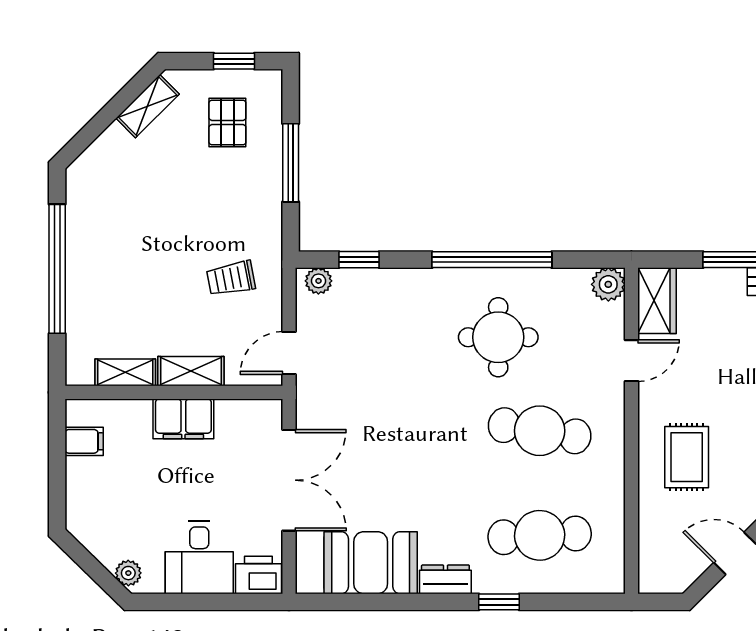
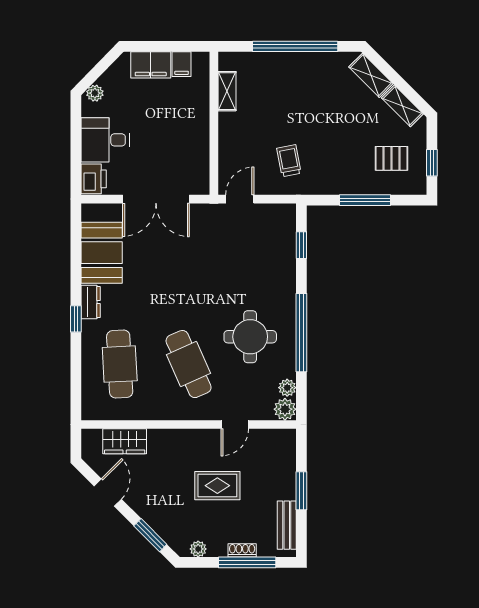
plant: (318, 281) -> (287, 388), moved
wardrobe: (657, 301) -> (125, 441), moved
door: (289, 353) -> (240, 199), hinge flipped
door: (631, 361) -> (235, 424), hinge flipped
shelving: (191, 371) -> (371, 75), moved, turned -45
filing cabinet: (183, 419) -> (151, 65), moved, turned -90
cafe table: (540, 431) -> (189, 364), turned -33
rug: (687, 457) -> (217, 486), moved
window: (499, 602) -> (76, 319), moved

